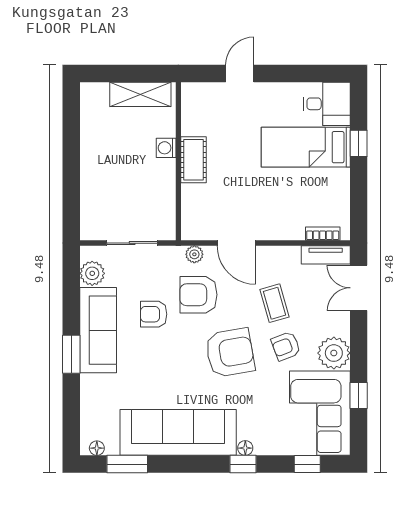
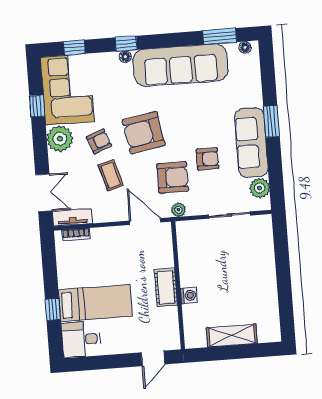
washing machine: (166, 148) -> (189, 295), moved
cot: (194, 160) -> (166, 287), moved
wall: (178, 161) -> (178, 285), moved

